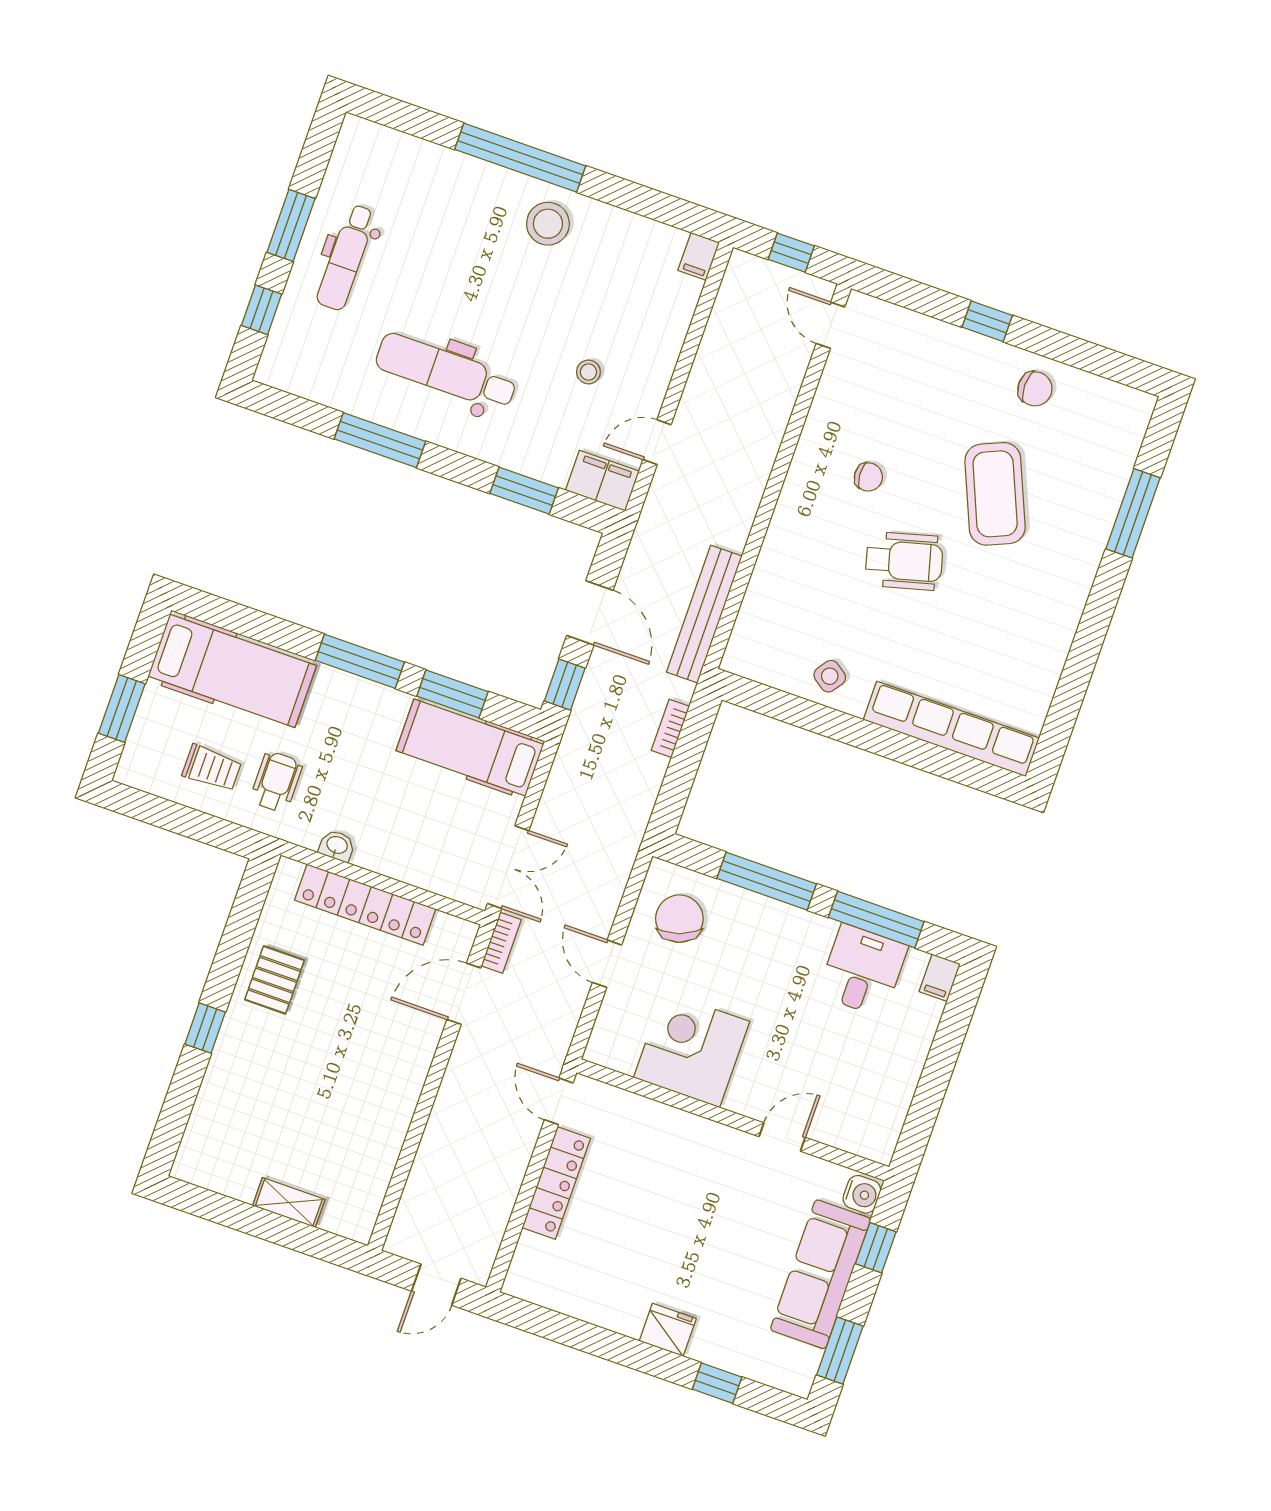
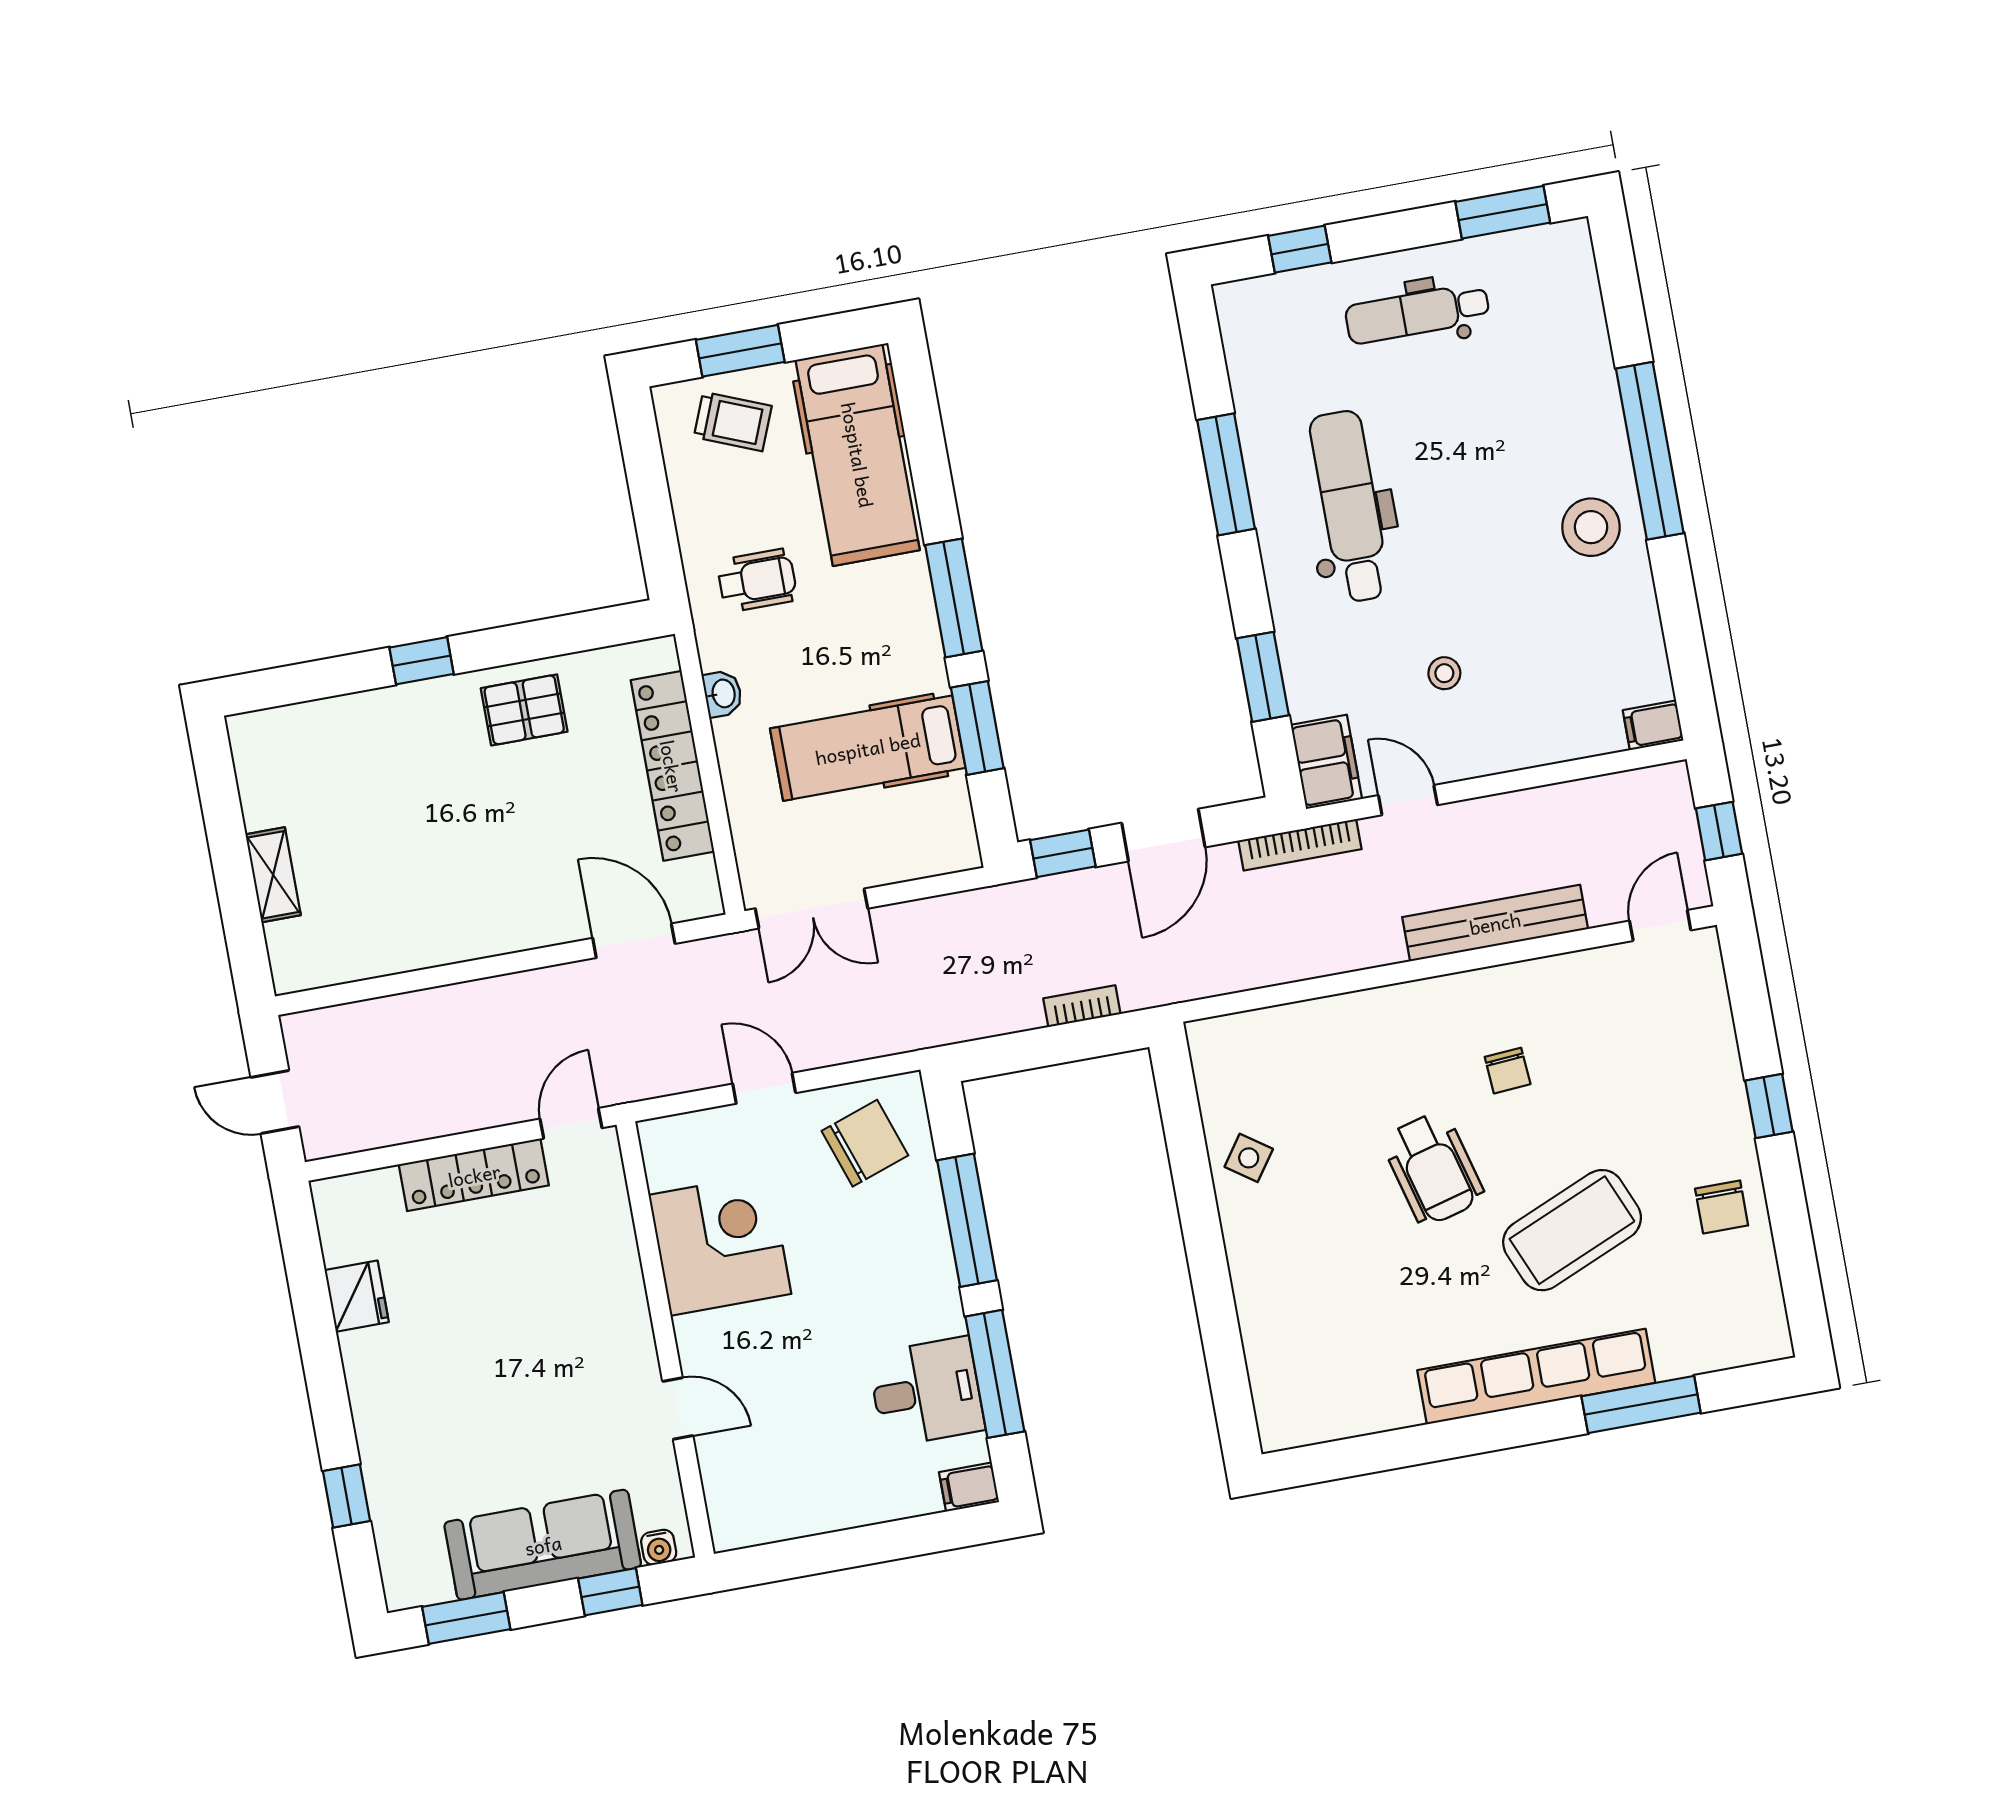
window: (291, 225) -> (1503, 212), moved
bench: (704, 614) -> (1495, 923), moved
row of seats: (951, 729) -> (1536, 1377), moved, turned -90
hospital bed: (470, 748) -> (868, 748), moved, turned -90
trolley: (212, 768) -> (733, 422), moved, turned -68
bookcase: (501, 943) -> (1300, 845), moved, width x1.56
door: (607, 964) -> (764, 1088), hinge flipped
water cooler: (862, 1194) -> (659, 1547), width x0.72, depth x0.72
fridge: (668, 1330) -> (357, 1296), moved

